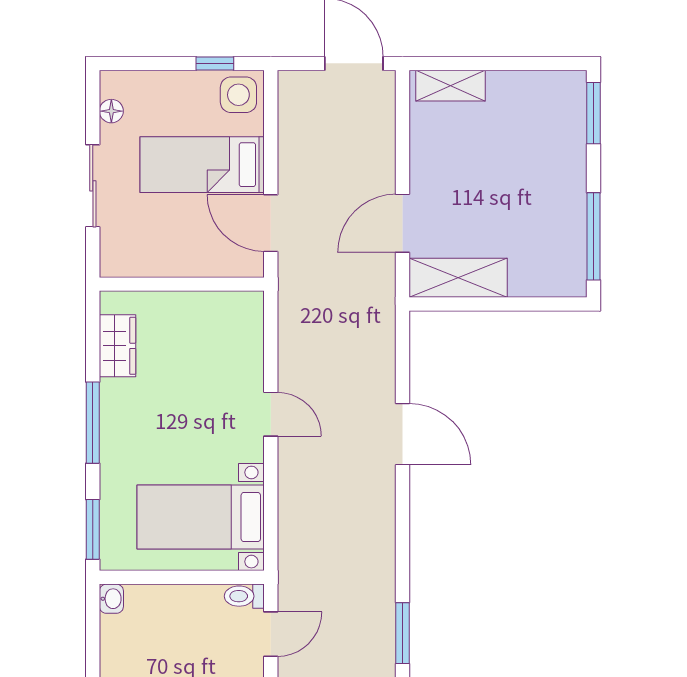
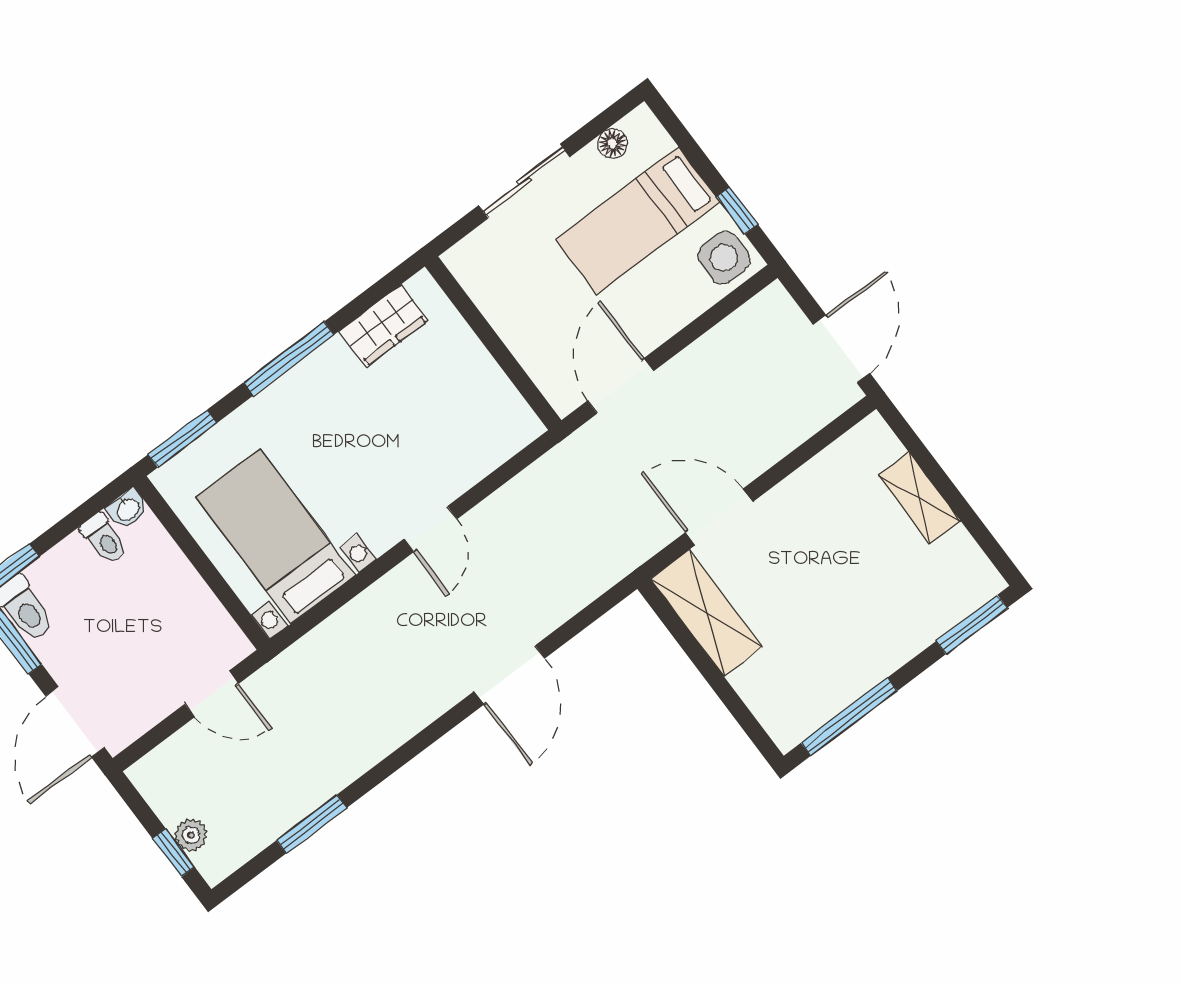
shelving: (451, 86) -> (919, 498), moved
bed: (202, 165) -> (638, 221), moved, turned -90
toilet: (244, 596) -> (104, 539), moved, turned 180

